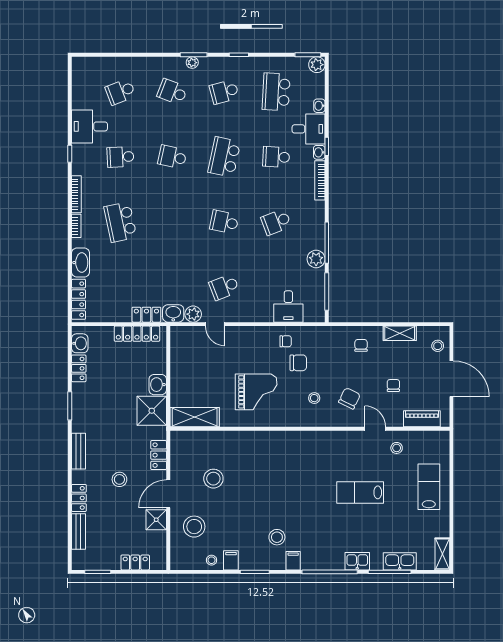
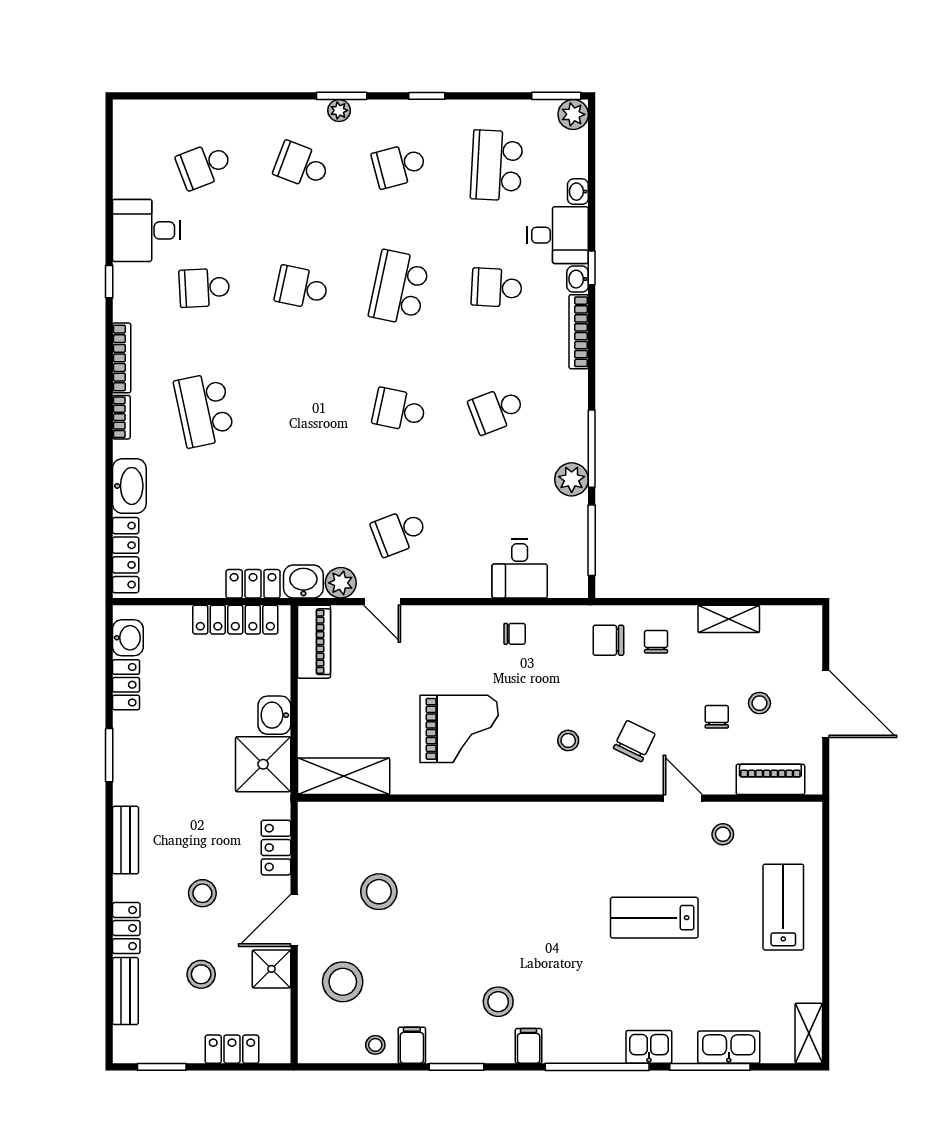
piano: (179, 345) -> (314, 642), added
stool: (438, 346) -> (759, 703), moved
chair: (298, 363) -> (608, 640), moved, turned 180
stool: (119, 523) -> (201, 974), added

